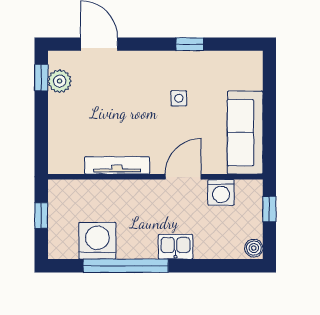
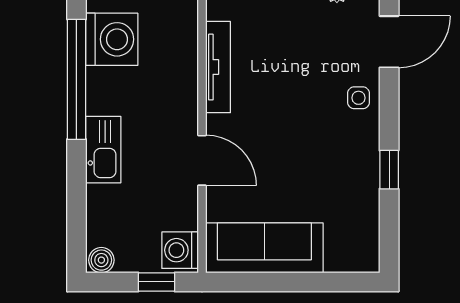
side table: (179, 98) -> (359, 98), moved
washing machine: (221, 192) -> (180, 250), moved
kitchen sink: (176, 247) -> (103, 150), width x1.38

